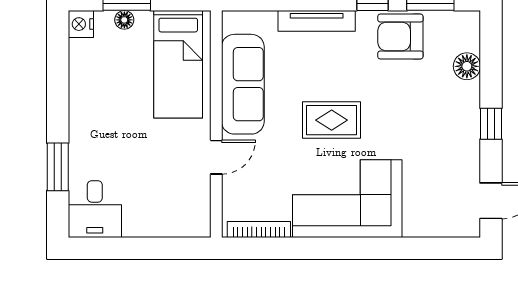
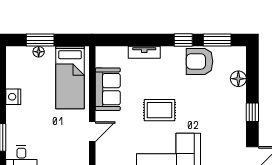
tv unit: (317, 21) -> (144, 52), width x0.71
nightstand: (81, 24) -> (13, 97), moved
sofa: (243, 84) -> (108, 89), width x0.73

